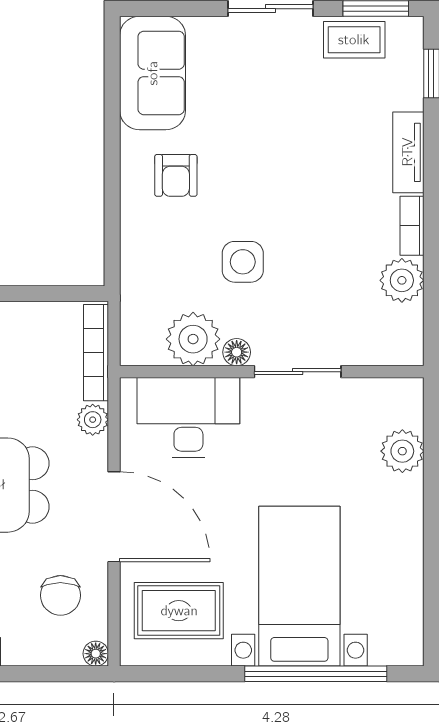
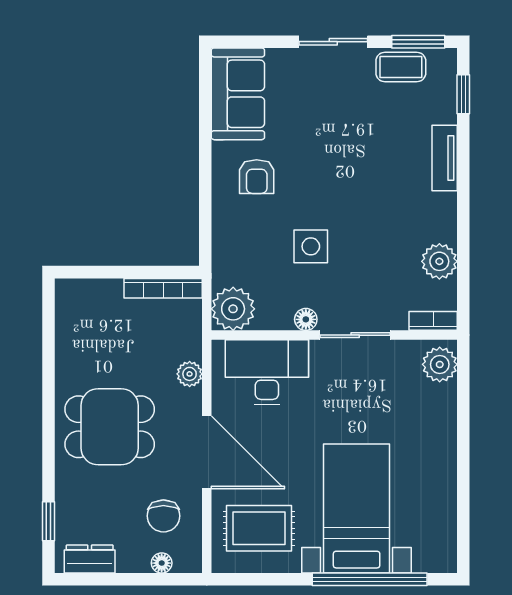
bookcase: (412, 226) -> (433, 321), moved, turned 90
plant: (193, 339) -> (233, 309), moved
bookcase: (96, 353) -> (163, 288), moved, turned -90
plant: (402, 451) -> (440, 364), moved
floor lamp: (96, 654) -> (162, 563), moved

